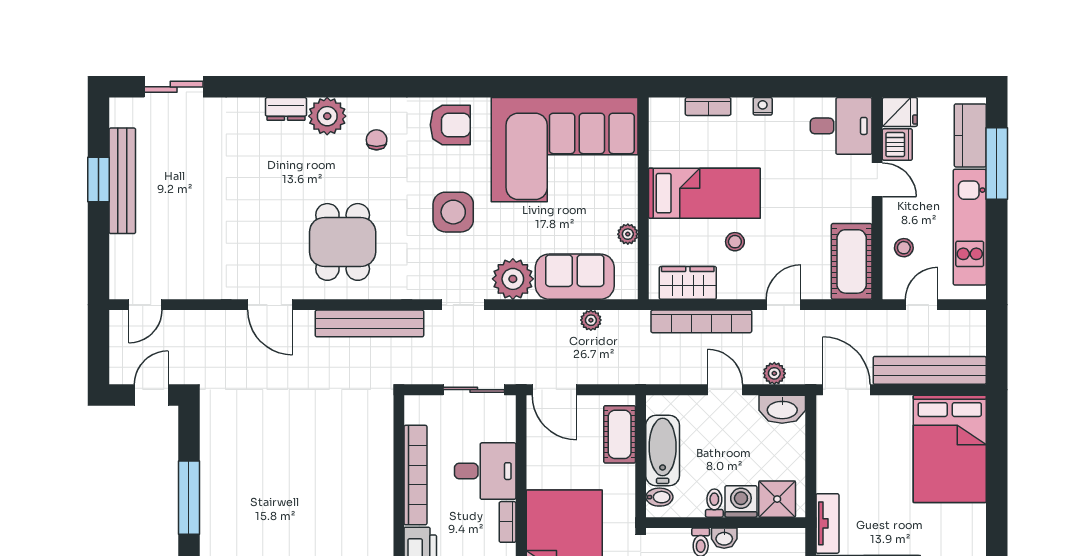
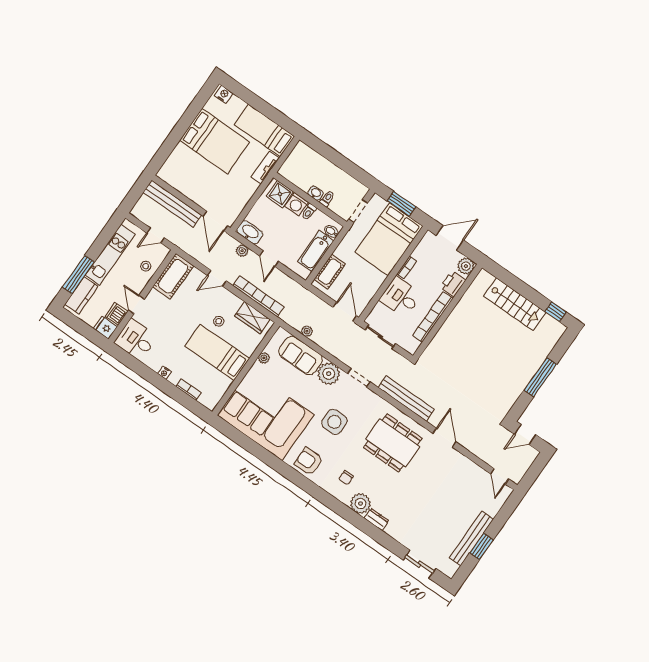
dining table: (343, 242) -> (393, 443), width x1.38
door: (145, 305) -> (500, 476), swing flipped
bed: (950, 449) -> (215, 141), moved, turned 90

